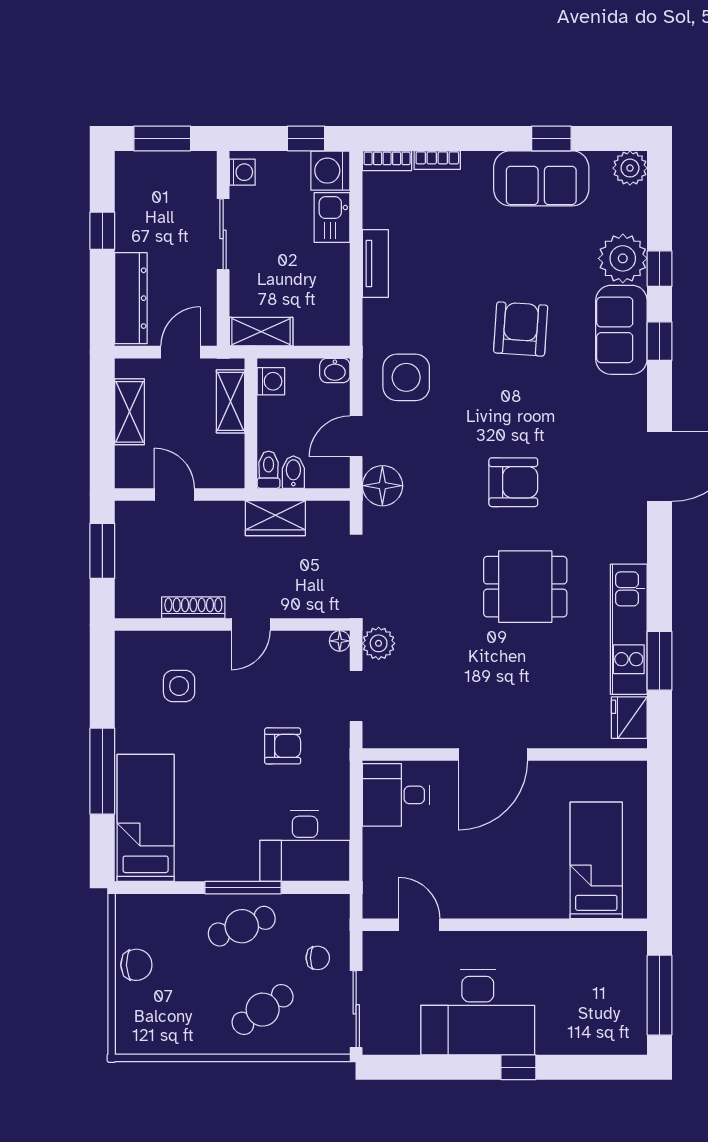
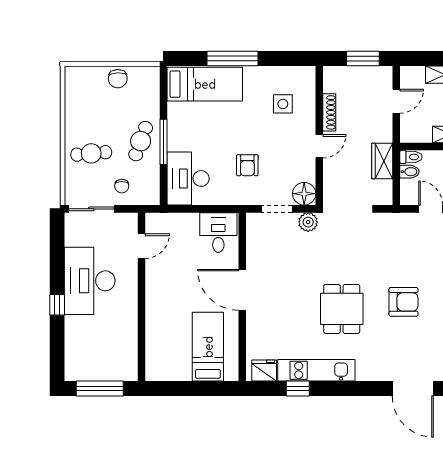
armchair: (513, 482) -> (404, 302), turned -90
floor lamp: (382, 486) -> (401, 224), removed
door: (251, 624) -> (319, 146), swing flipped
floor lamp: (340, 641) -> (304, 194), width x1.89, depth x1.89
window: (660, 661) -> (298, 388), width x0.67
bed: (596, 860) -> (208, 347), moved, turned -90
cafe table: (242, 926) -> (141, 141), turned 40
cafe table: (263, 1010) -> (91, 153), turned -60

